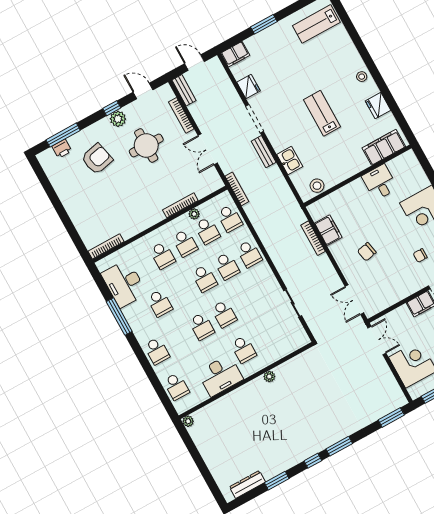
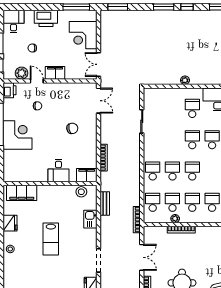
bench: (264, 152) -> (105, 203), moved
desk: (380, 182) -> (58, 171), moved
filing cabinet: (328, 230) -> (87, 175), moved, turned 90

